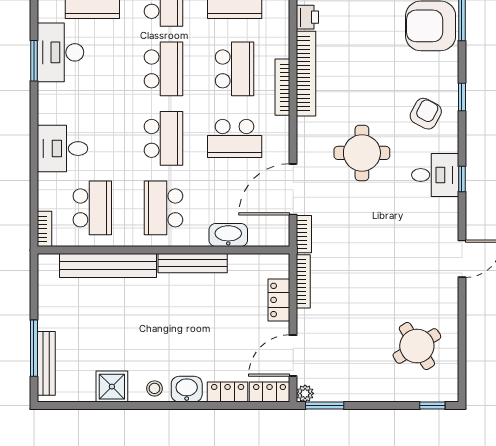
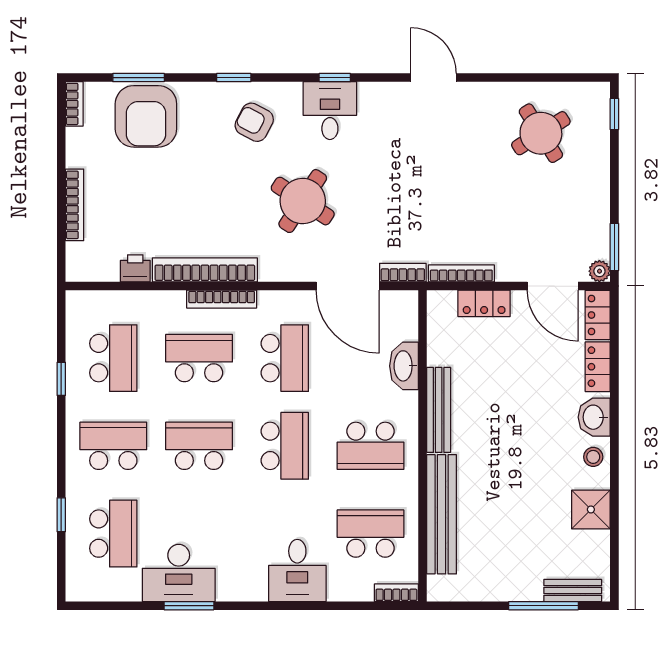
school desk: (163, 138) -> (285, 446), turned 90
round table: (362, 153) -> (303, 201), turned 33
bench: (46, 363) -> (573, 590), width x0.73

